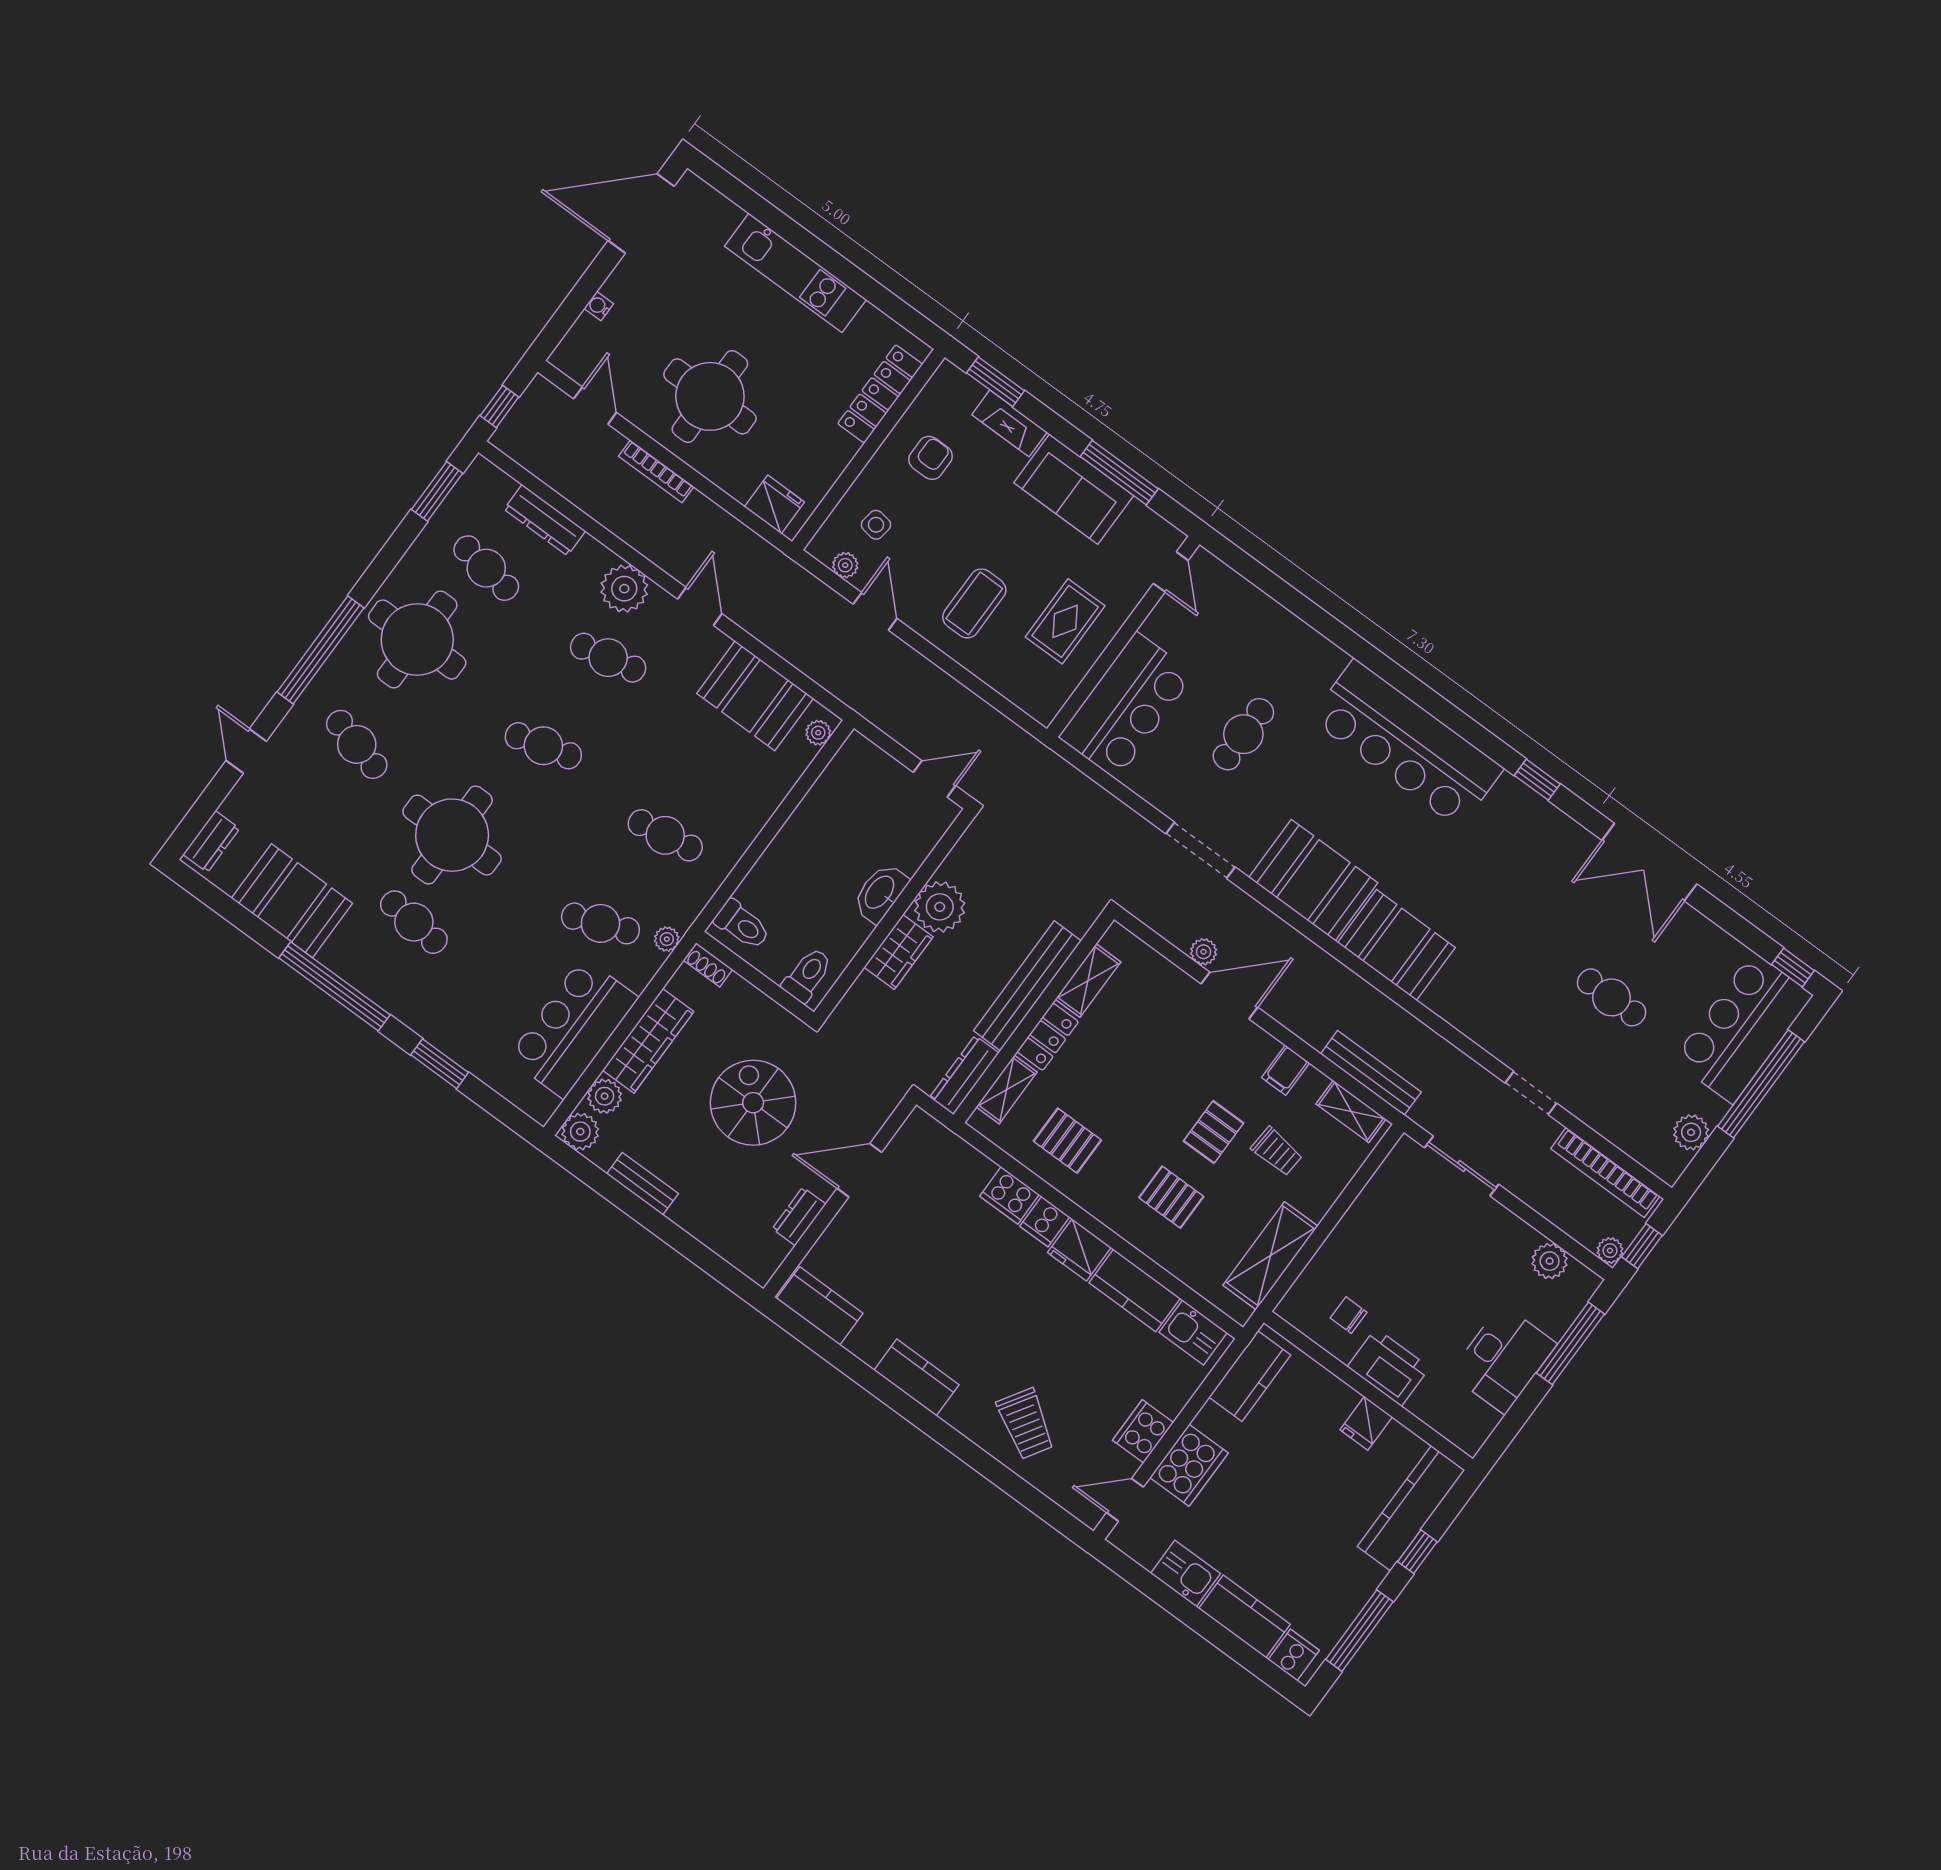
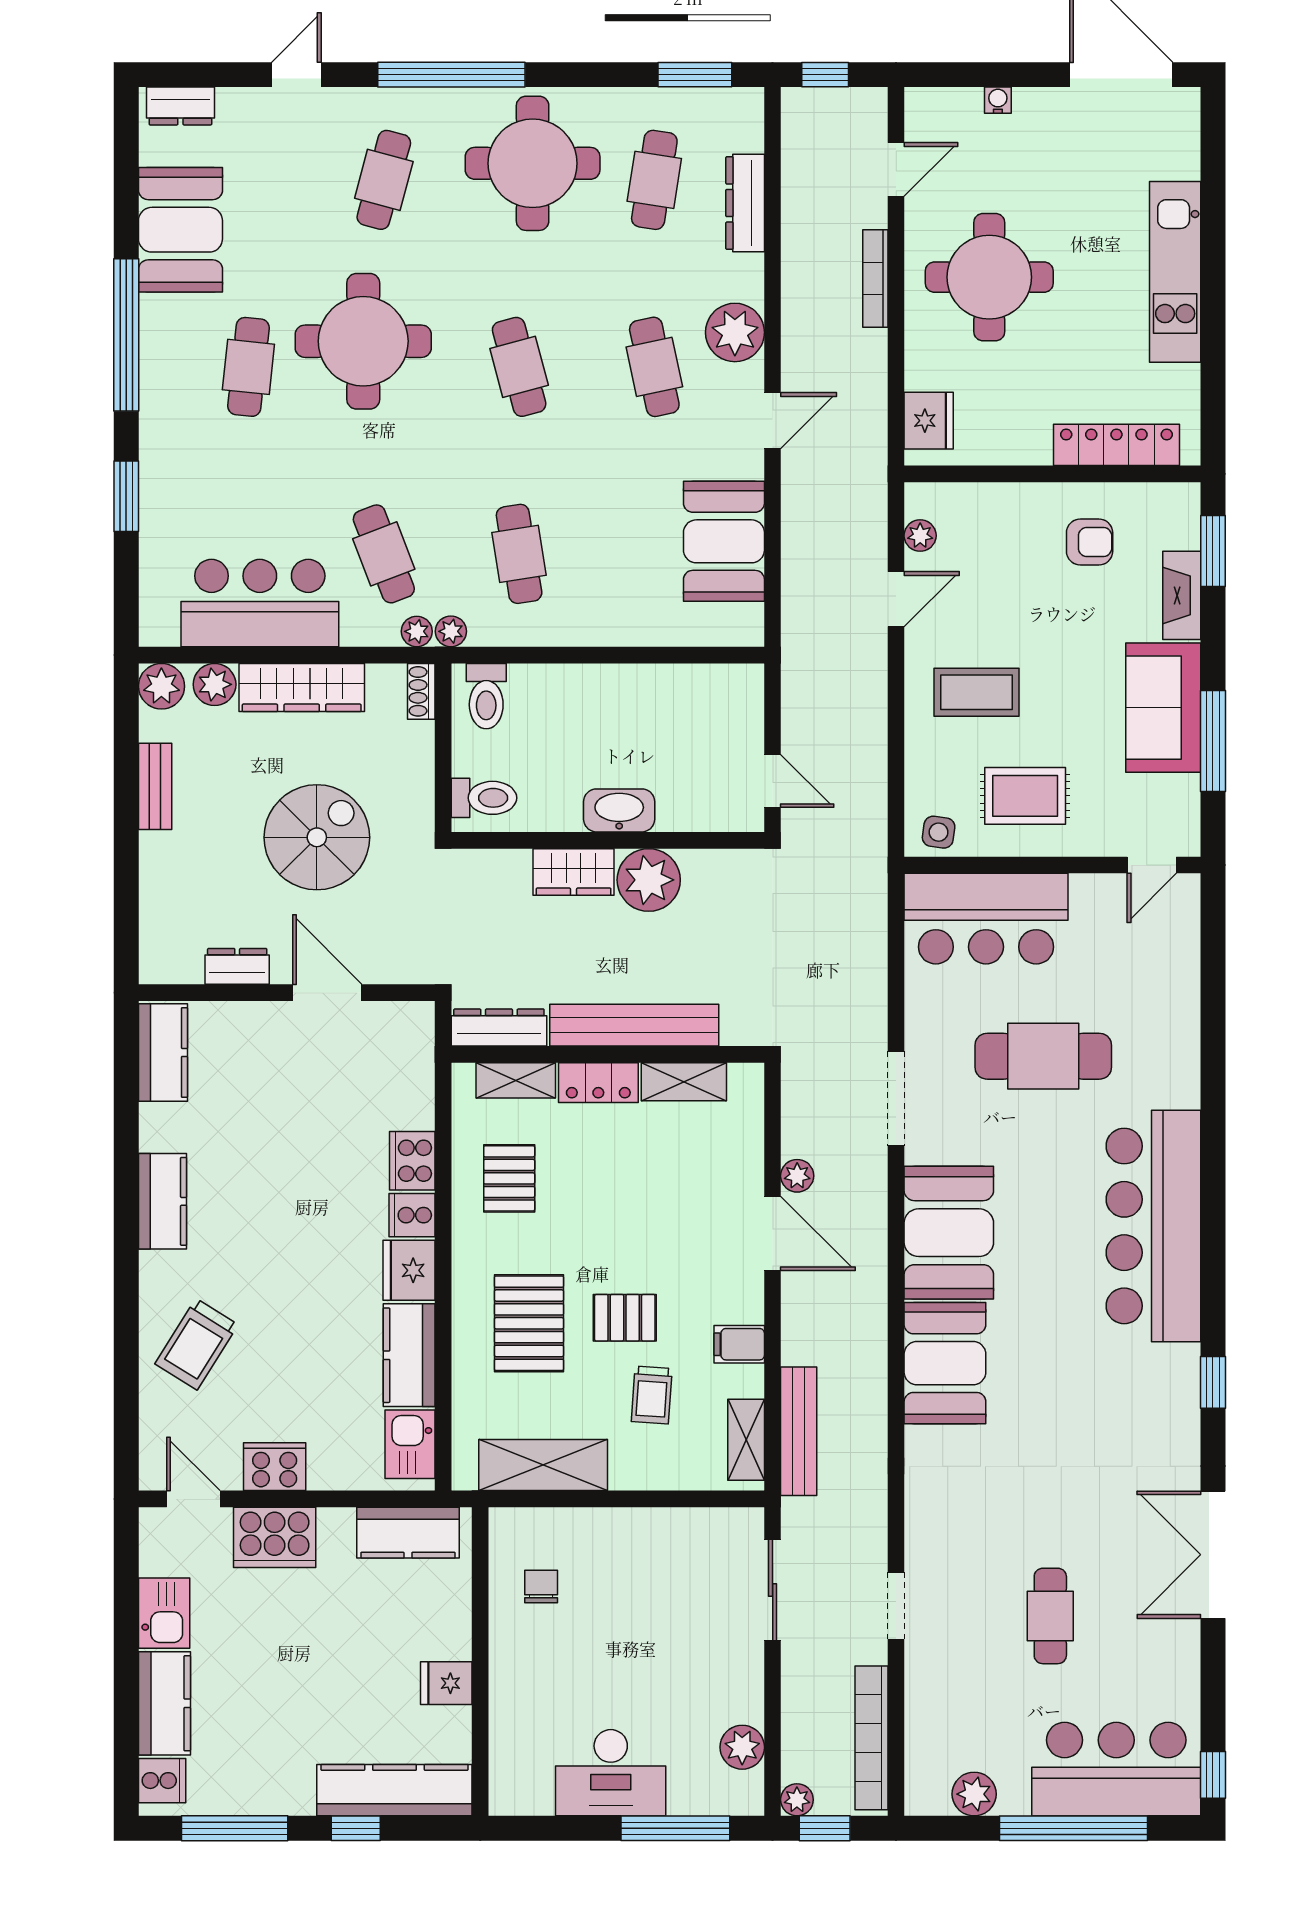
side table: (876, 525) -> (939, 832), moved
plant: (818, 733) -> (451, 631), moved
cafe table: (1243, 734) -> (1043, 1056), width x1.37, depth x1.35
pallet: (1171, 1197) -> (529, 1323), width x1.50, depth x1.42
printer: (1388, 1367) -> (518, 1664), removed

